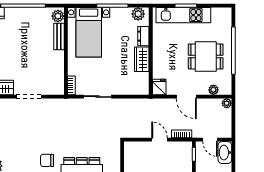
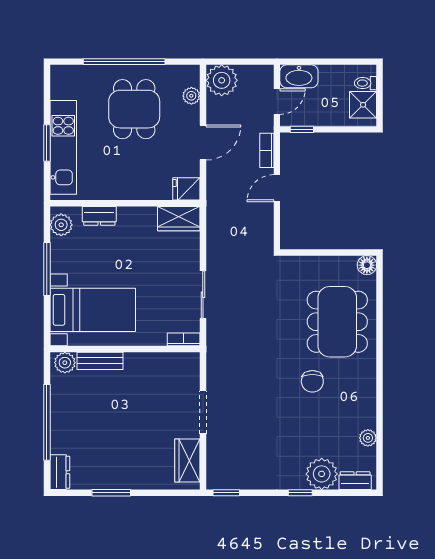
wardrobe: (142, 59) -> (179, 219), moved
plant: (227, 103) -> (222, 80), width x1.88, depth x1.88

